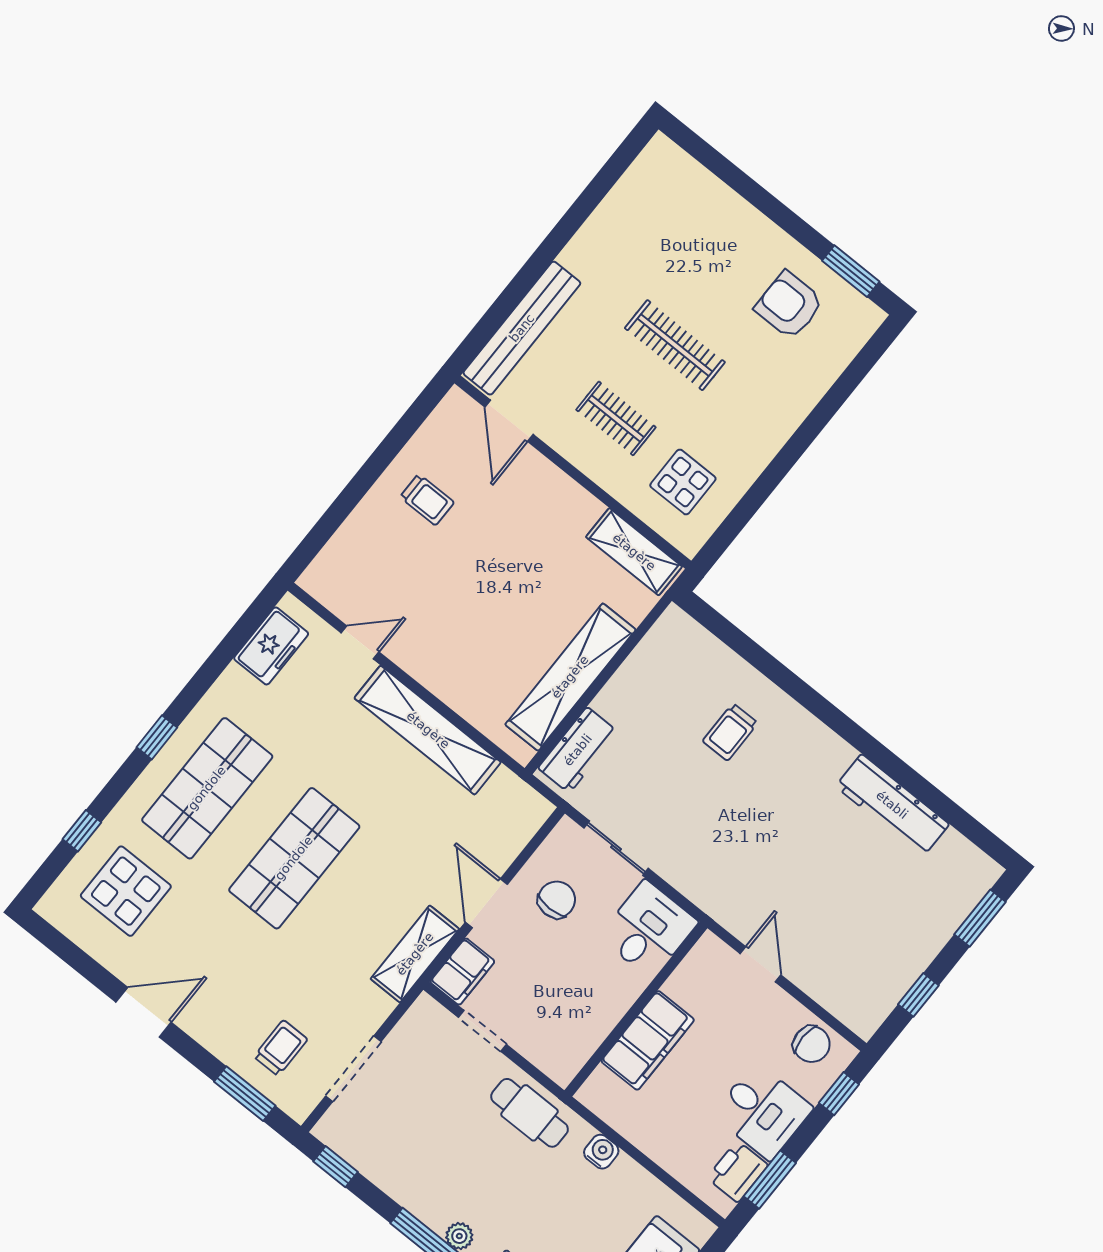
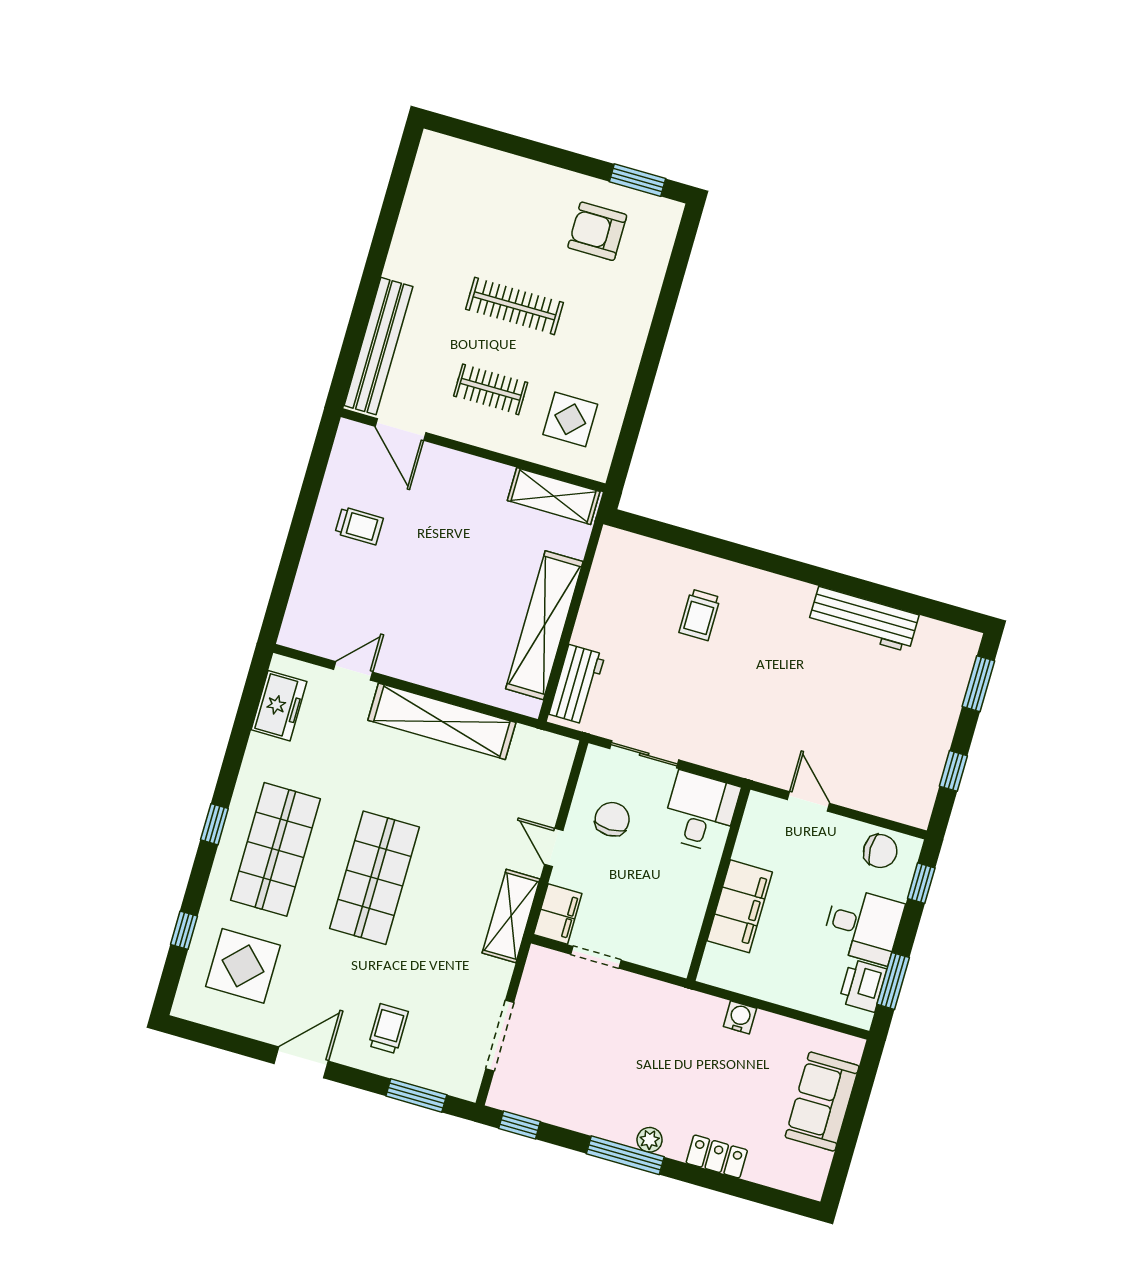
door: (486, 903) -> (554, 847), width x0.73
trolley: (281, 1048) -> (388, 1029), moved
cafe table: (530, 1113) -> (665, 1010), removed

